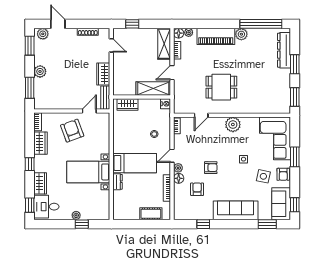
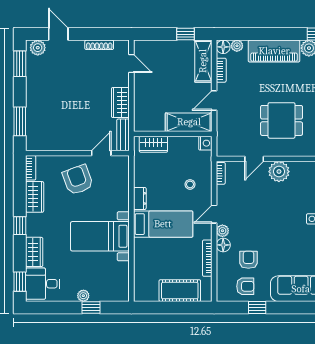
window: (132, 24) -> (186, 34), moved
plant: (40, 71) -> (34, 99), removed
plant: (233, 125) -> (279, 172), moved
armchair: (211, 168) -> (245, 286), moved
dresser: (118, 182) -> (140, 198), moved
cot: (151, 214) -> (180, 291), width x1.37, depth x1.34

